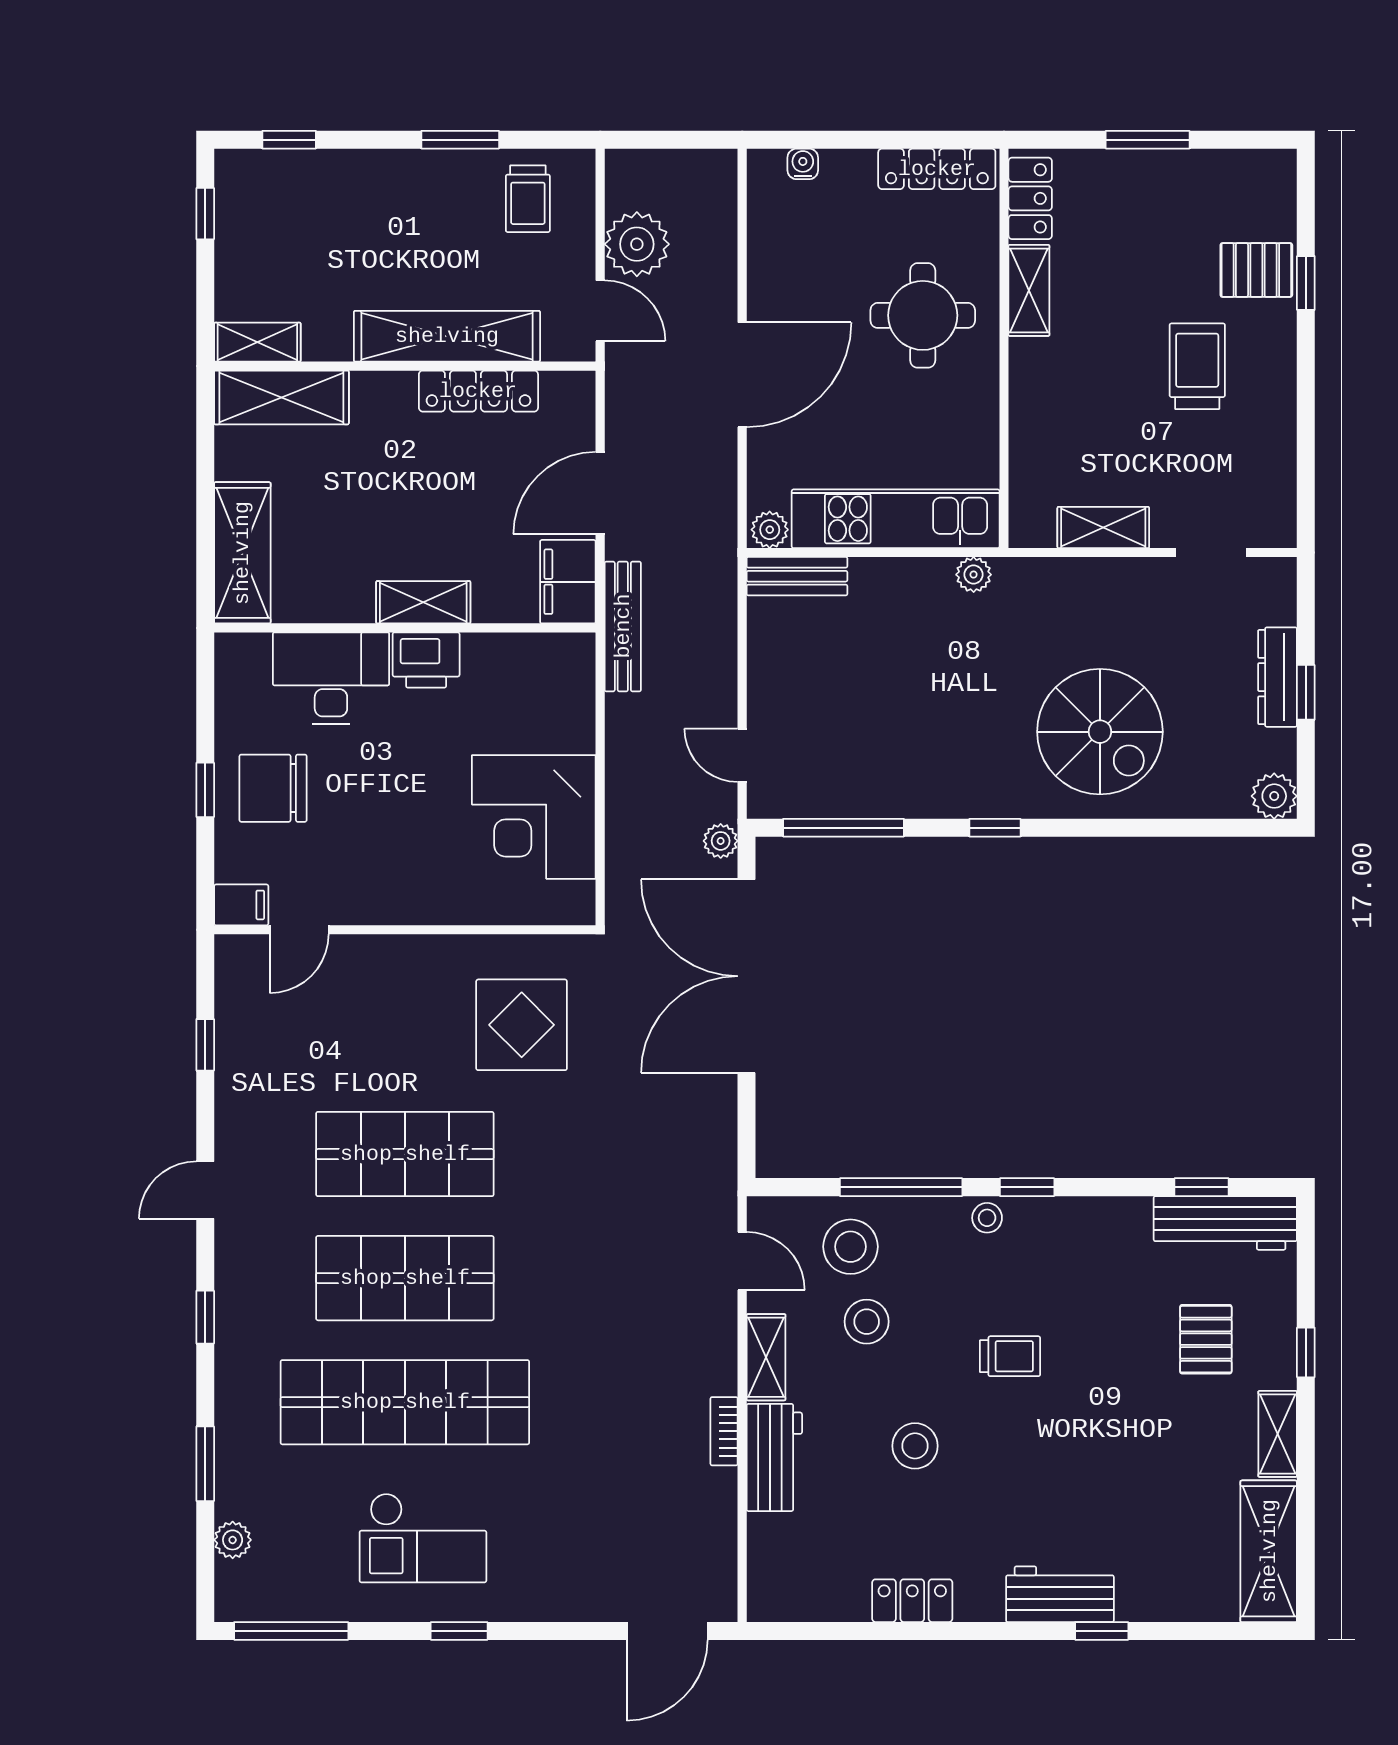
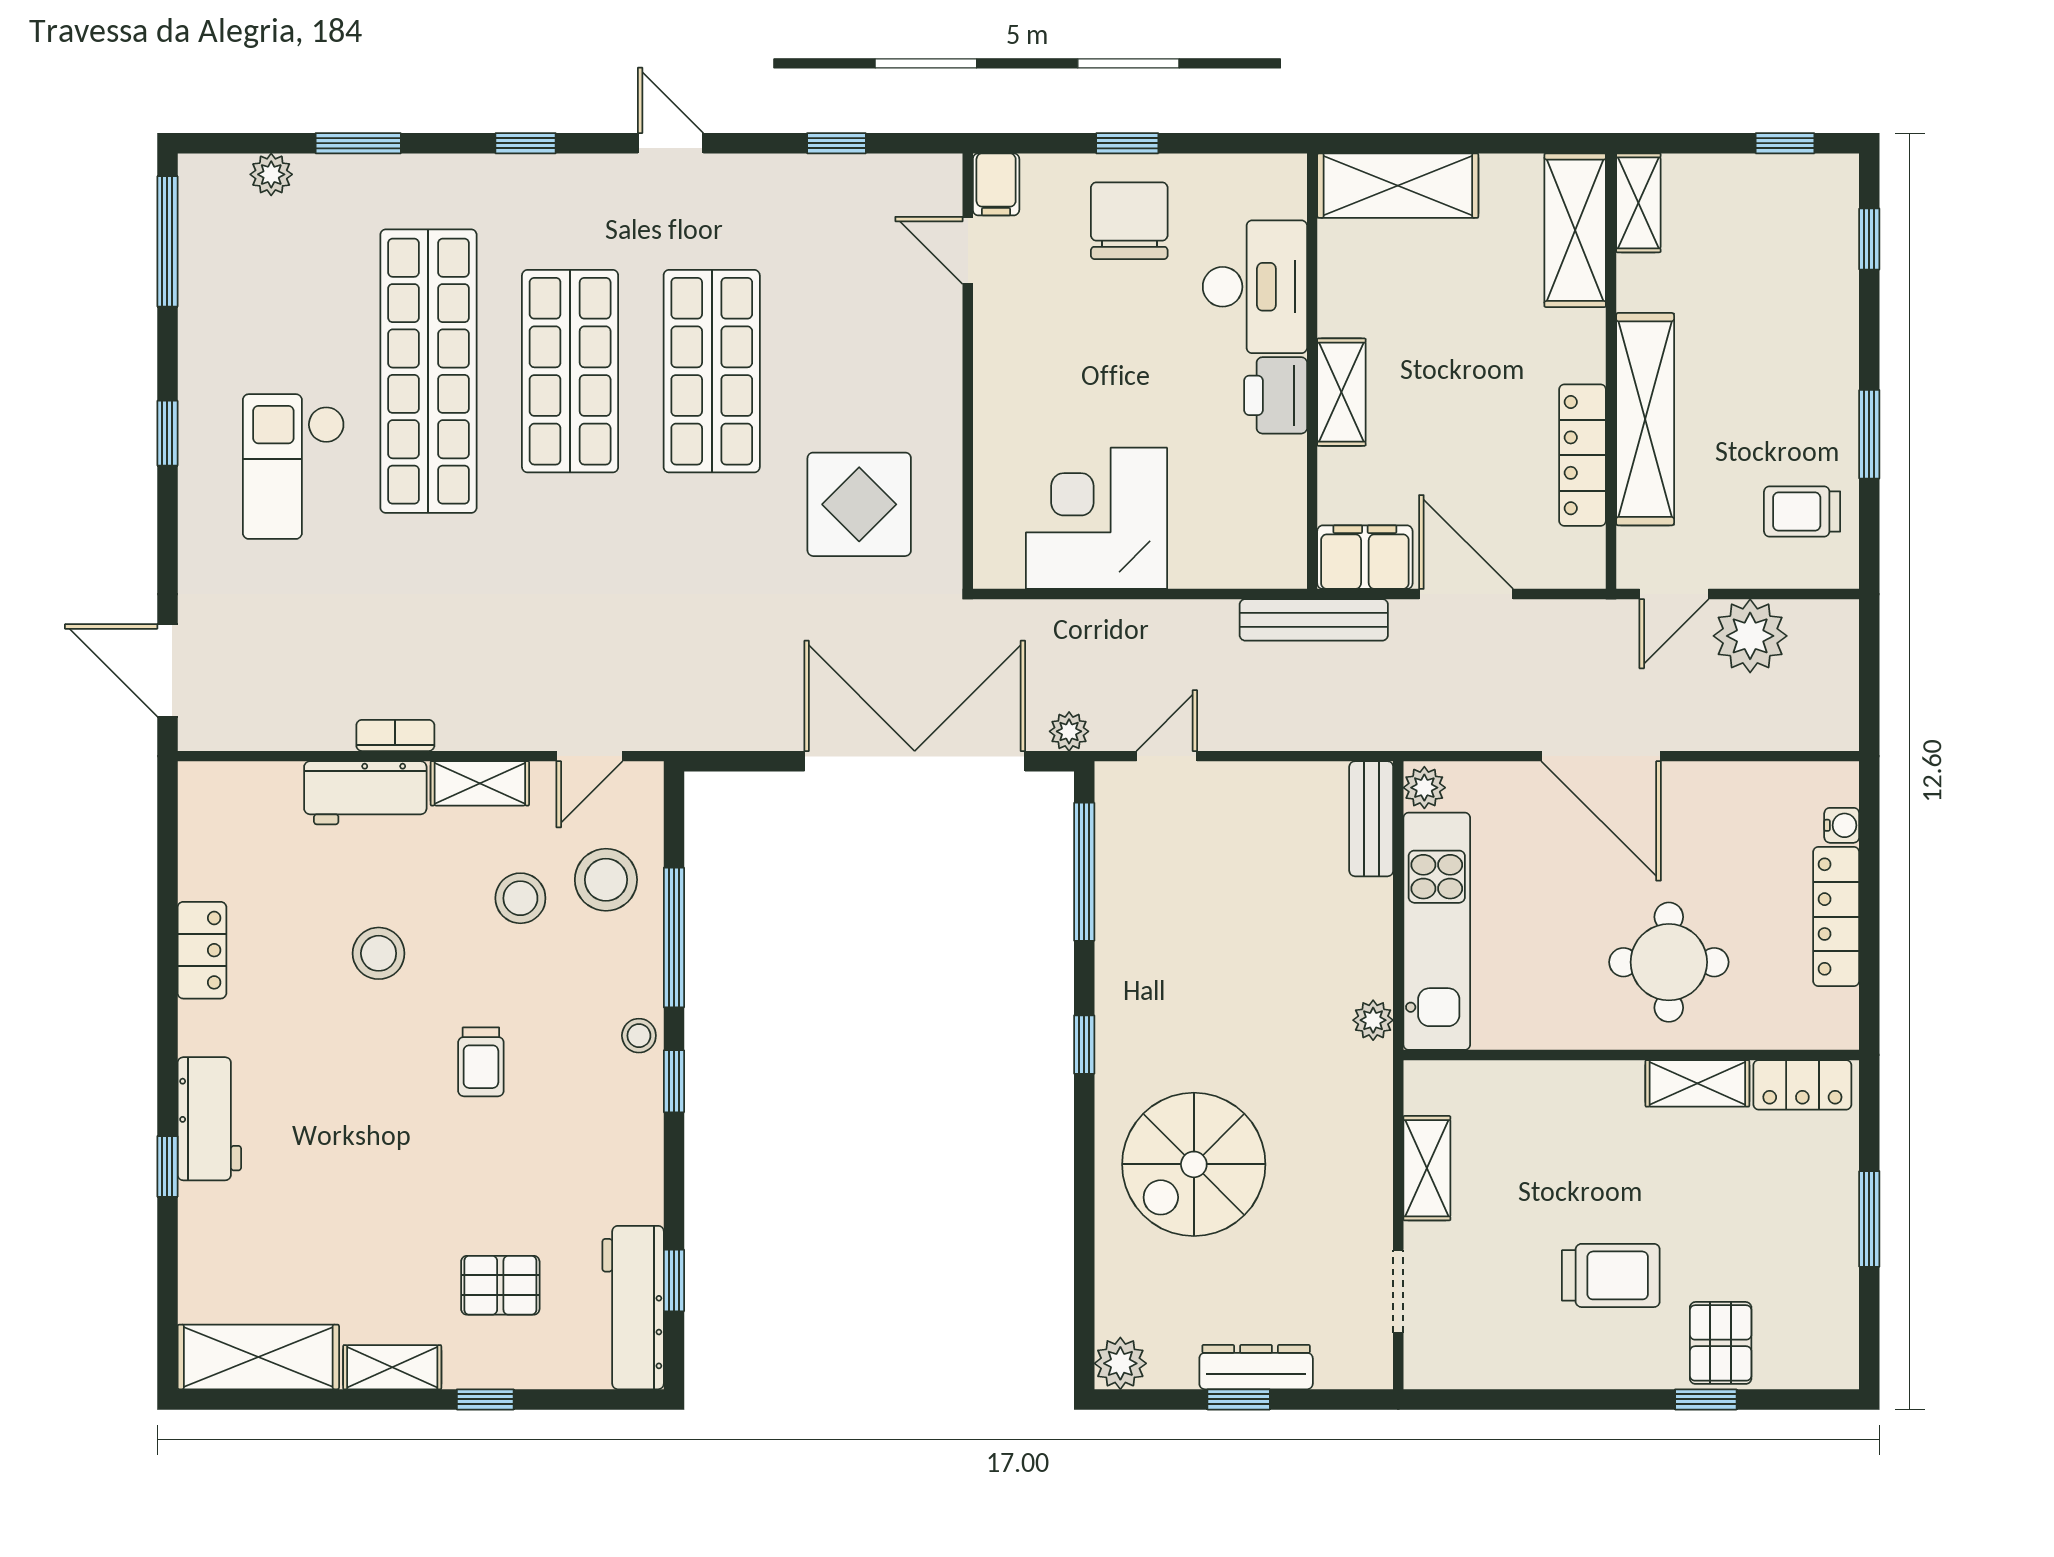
locker: (937, 169) -> (1836, 917), moved
checkout: (423, 1538) -> (294, 467), moved

